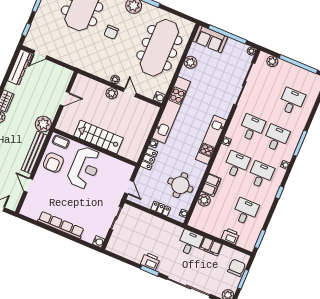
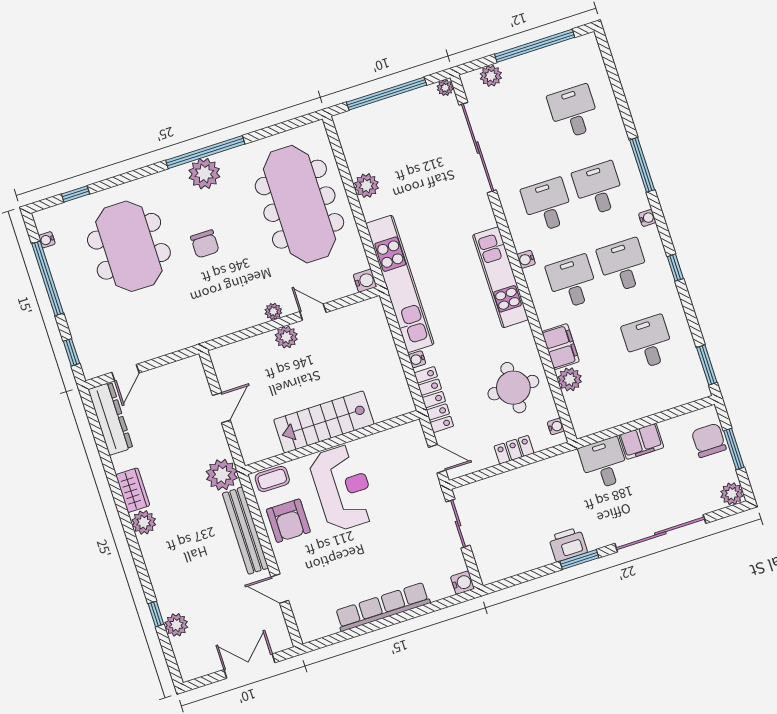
sofa: (210, 39) -> (366, 124), removed
locker: (149, 159) -> (434, 400), width x1.53
printer: (230, 236) -> (657, 400), removed

